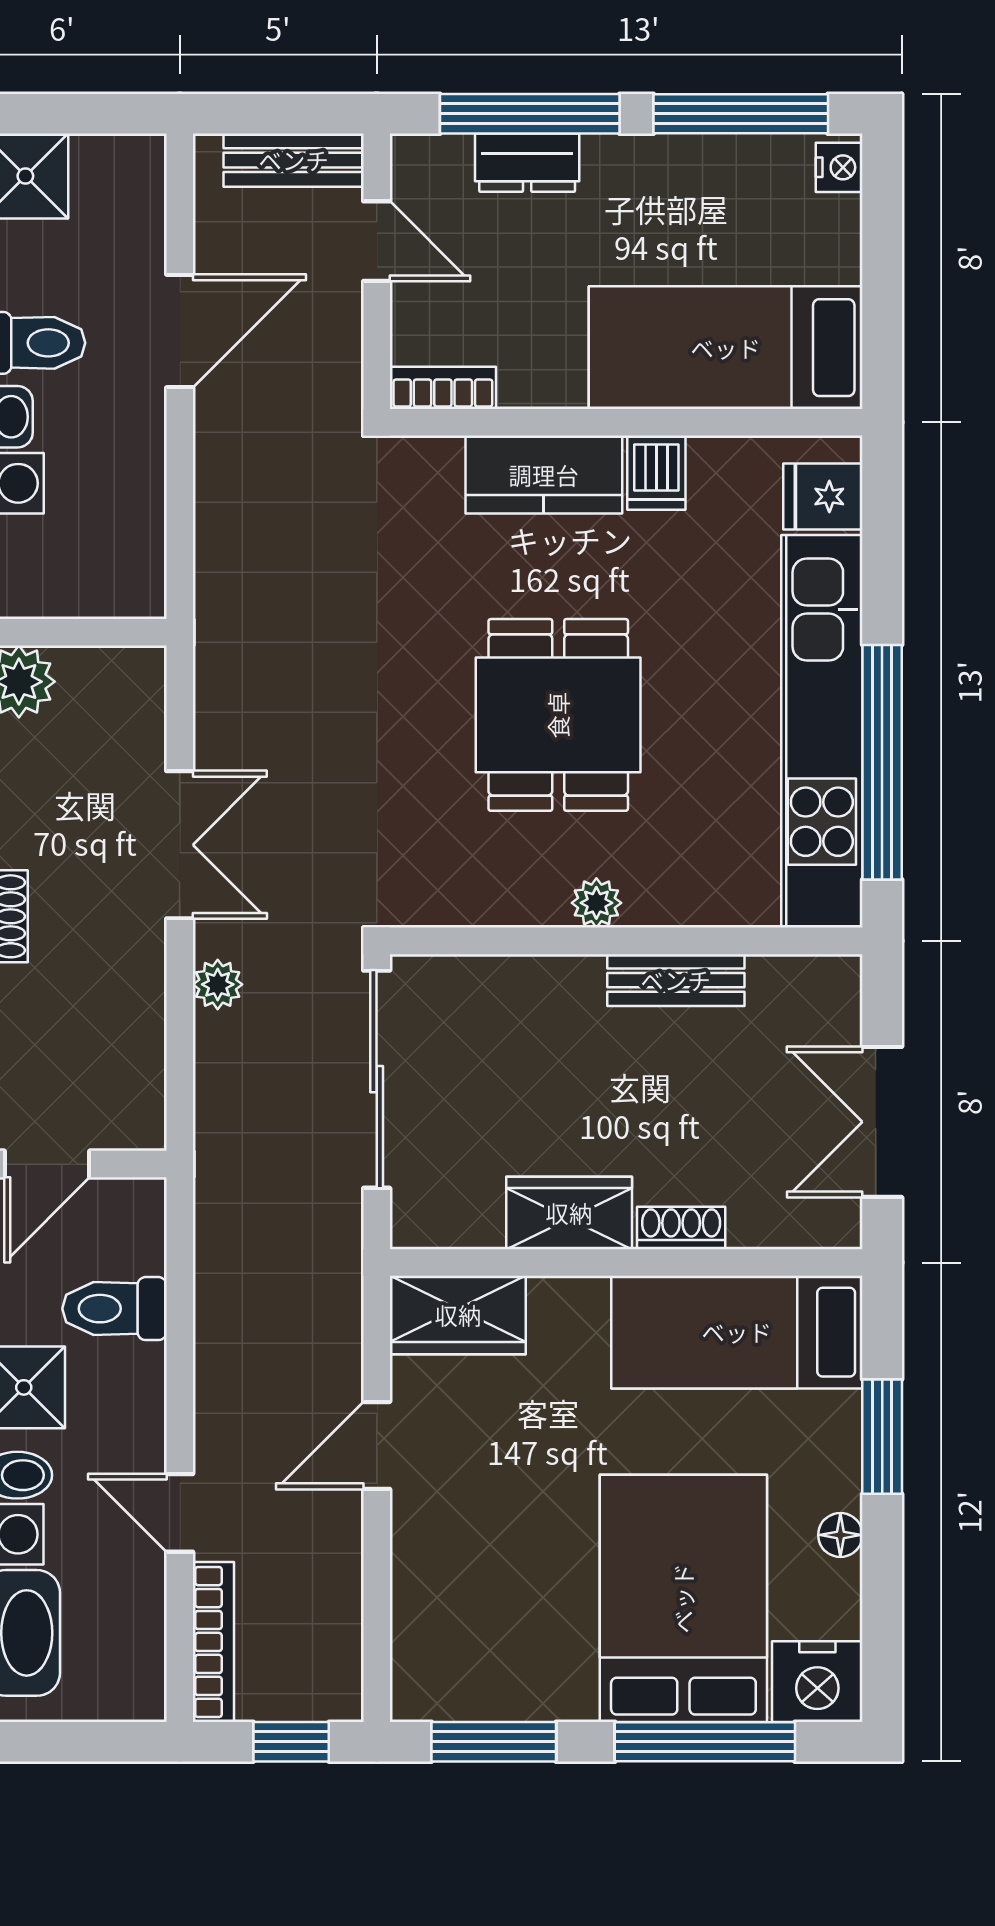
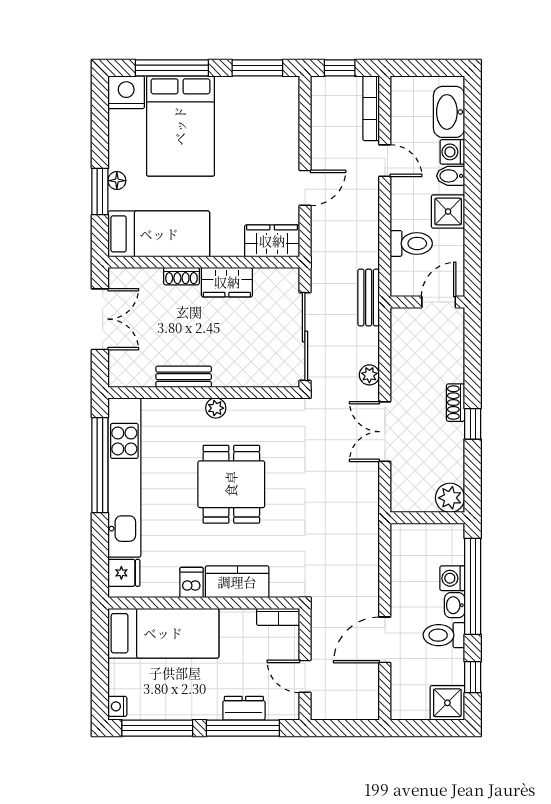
bench: (294, 160) -> (369, 298), moved, turned 90
floor lamp: (840, 1535) -> (117, 181), moved

